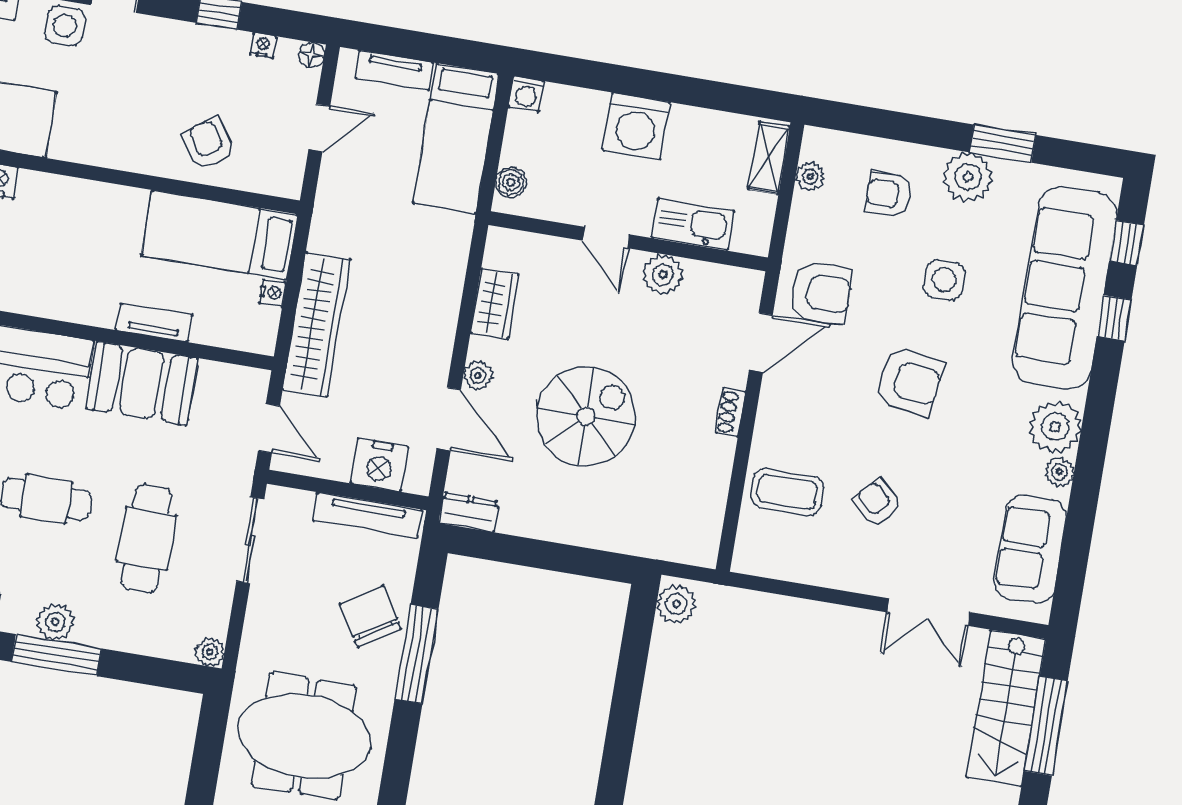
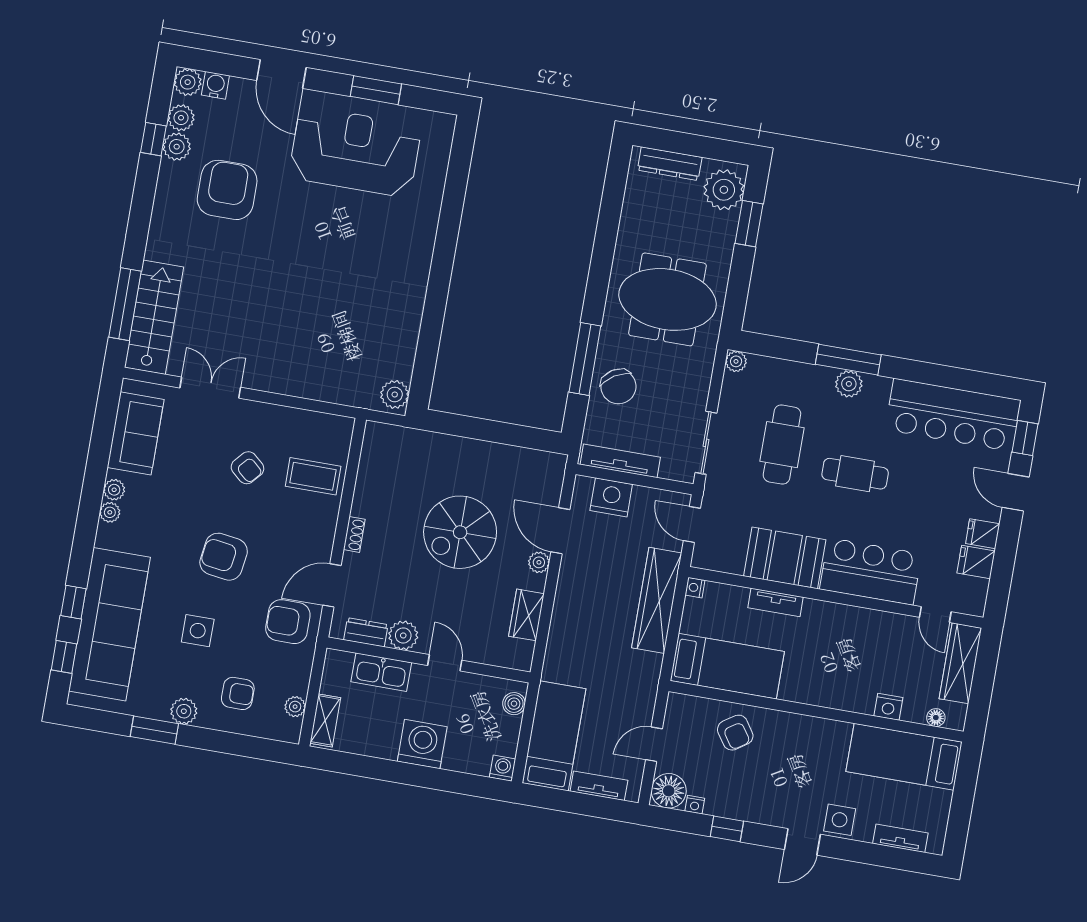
floor lamp: (312, 55) -> (669, 791), width x1.89, depth x1.89
plant: (968, 177) -> (184, 711), width x0.73, depth x0.73
nightstand: (273, 293) -> (695, 588), moved
plant: (1055, 427) -> (110, 512), width x0.53, depth x0.53
dresser: (469, 512) -> (366, 632), moved, turned 180

